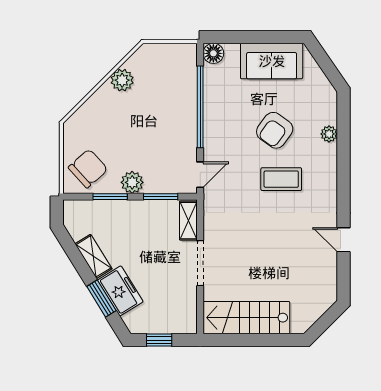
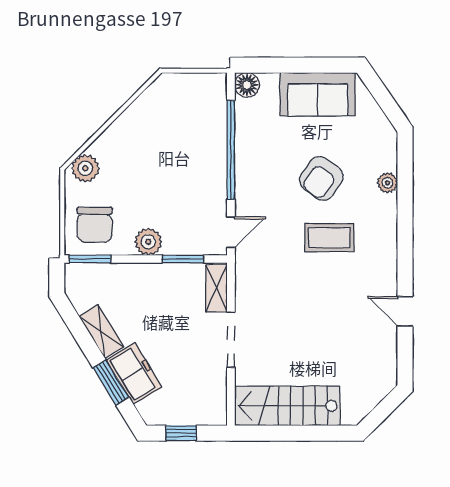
plant: (122, 80) -> (85, 168), moved
chair: (88, 168) -> (95, 225), turned 132
window: (110, 197) -> (90, 259), moved

